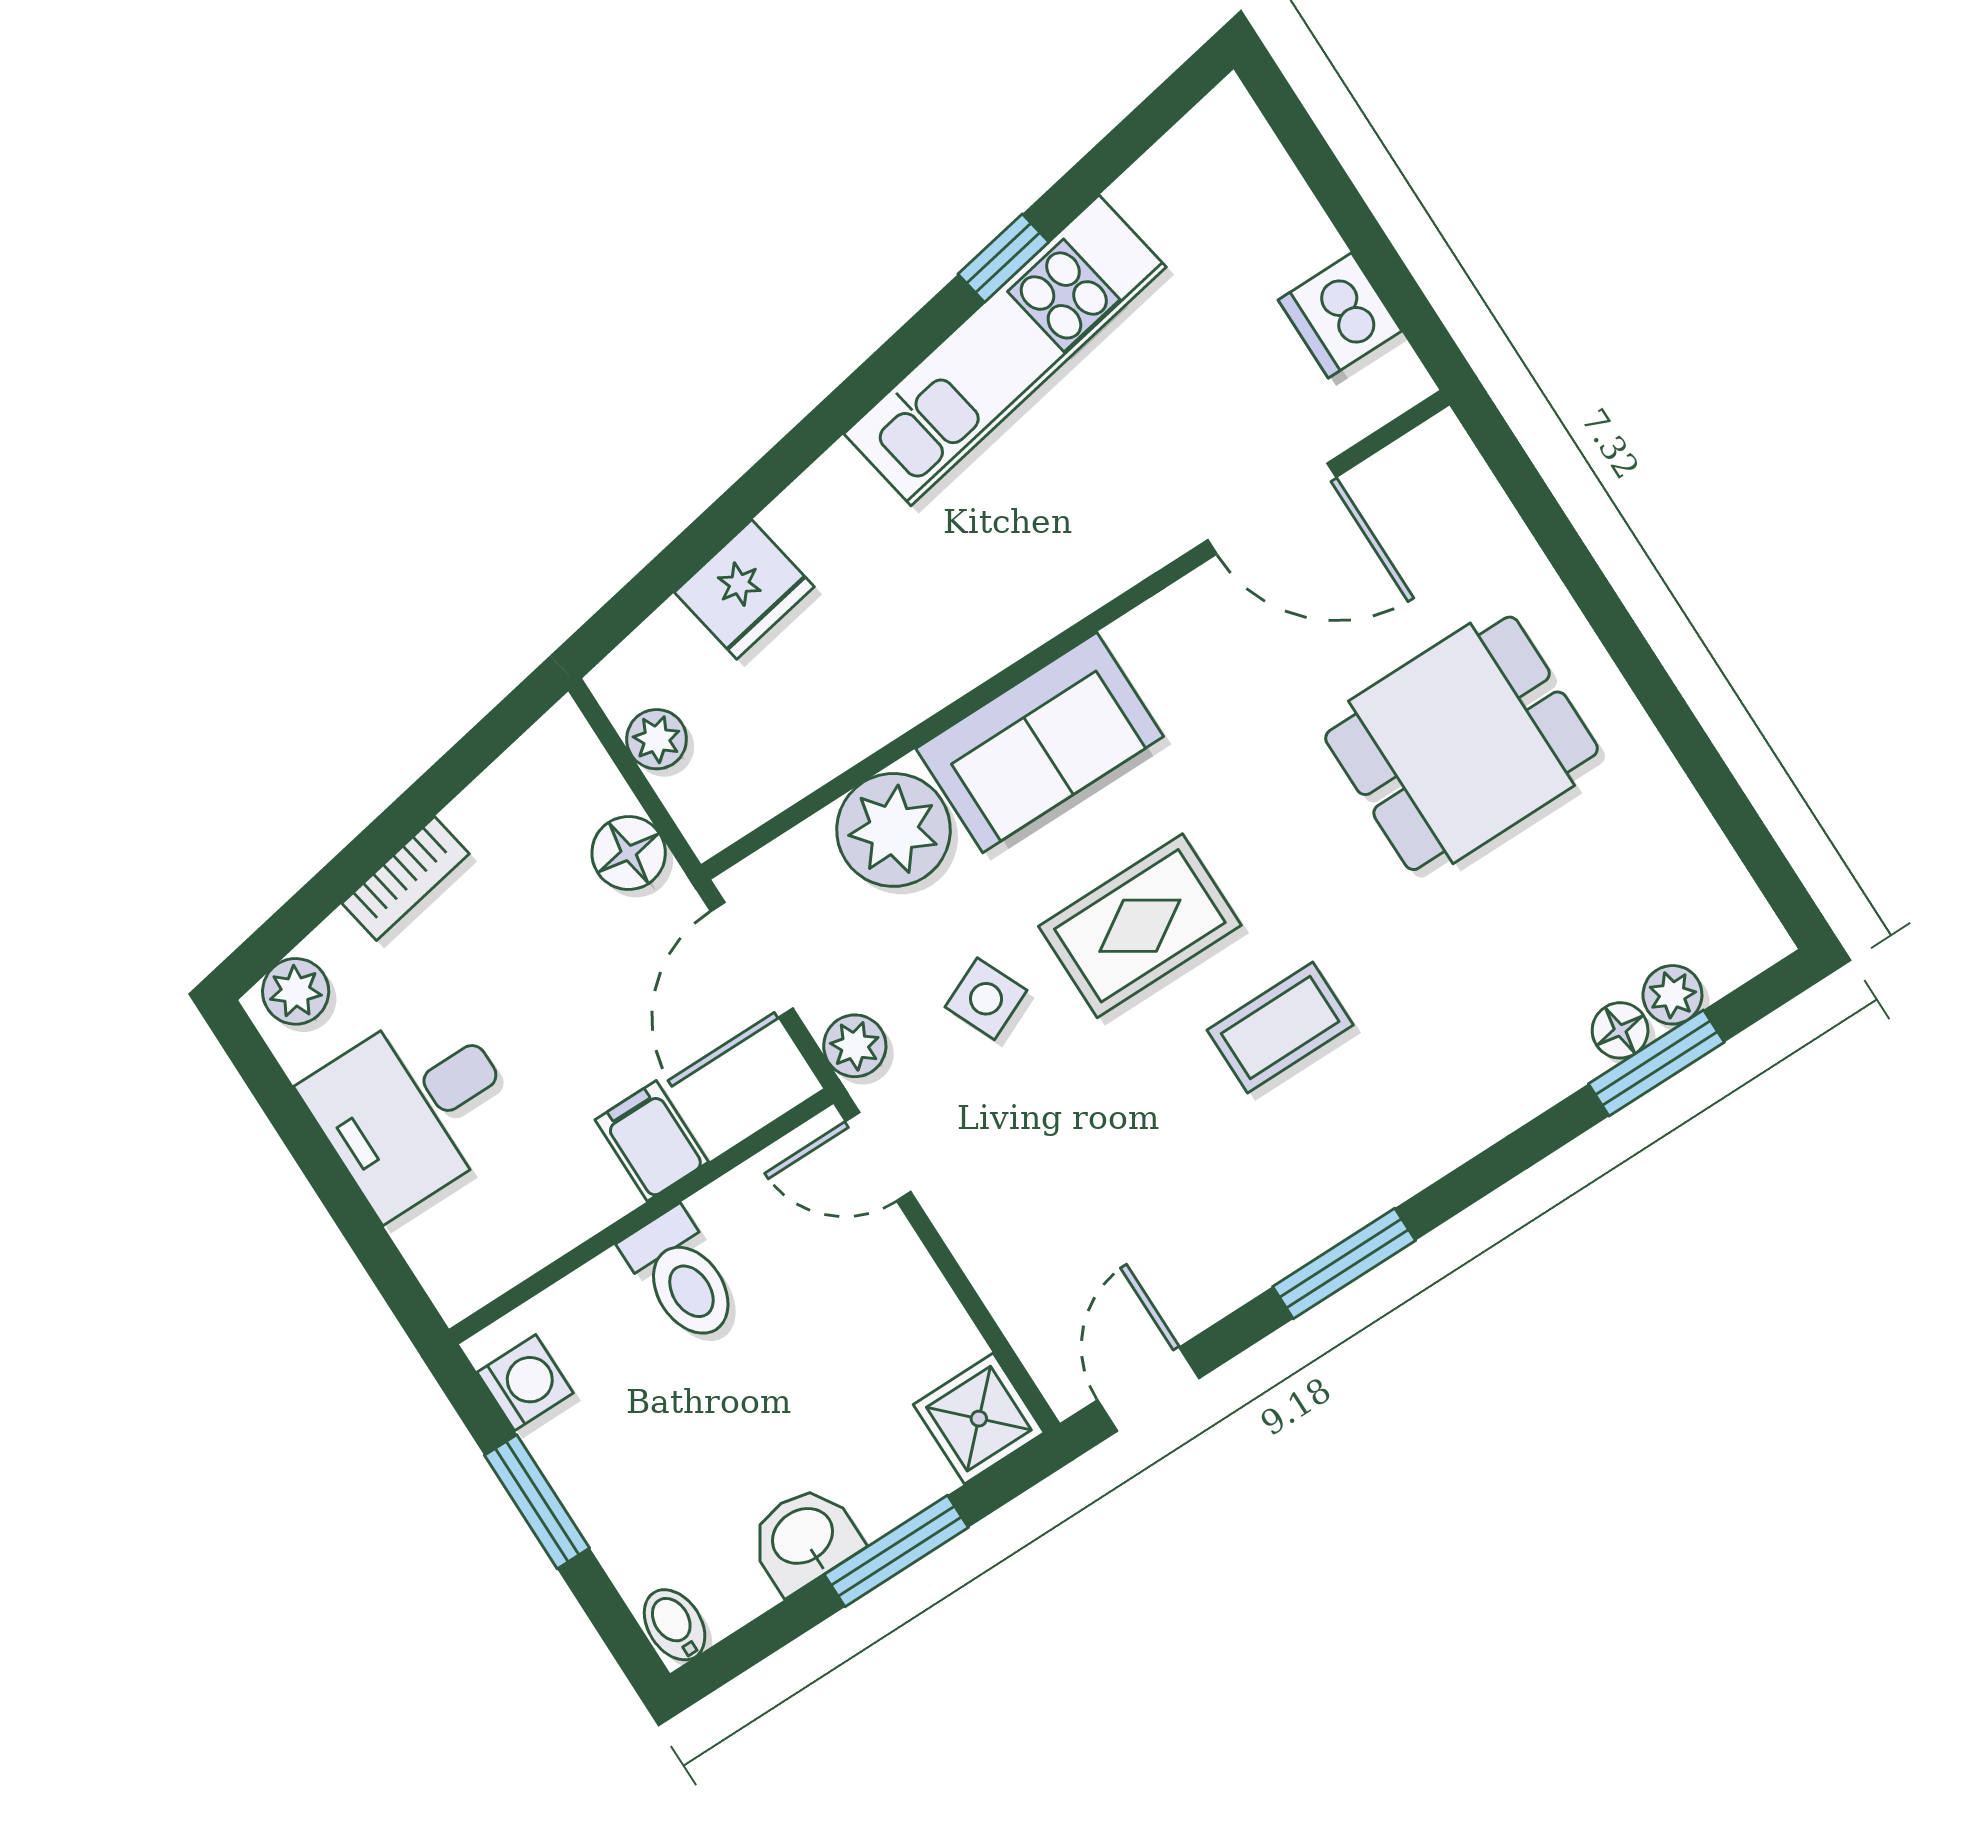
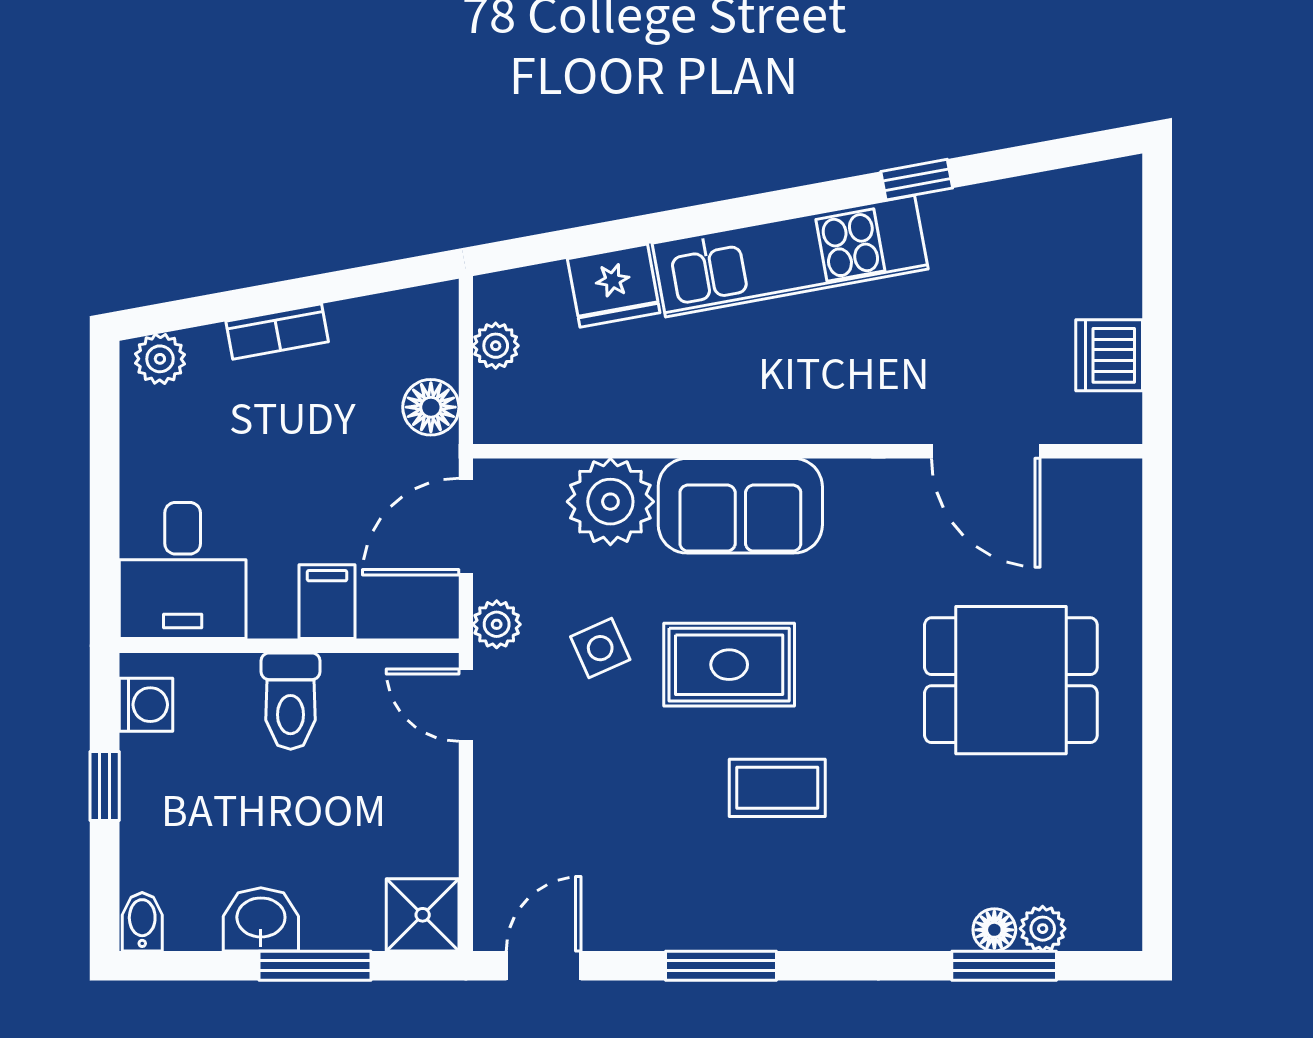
kitchen unit: (1005, 350) -> (790, 256), moved
desk: (413, 1108) -> (183, 571), moved, turned -90
window: (537, 1502) -> (105, 786), width x0.67

